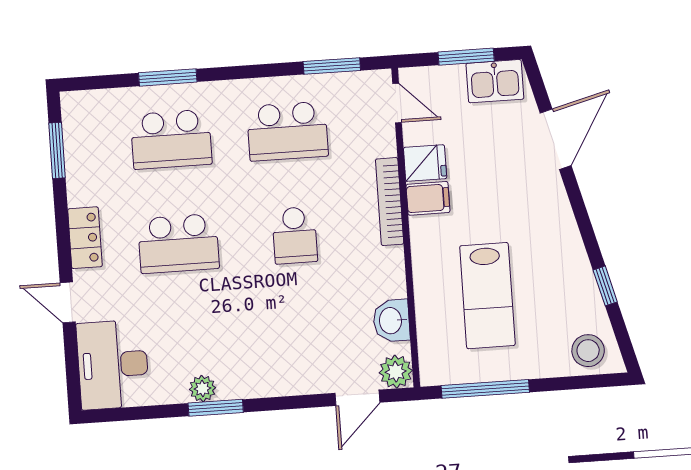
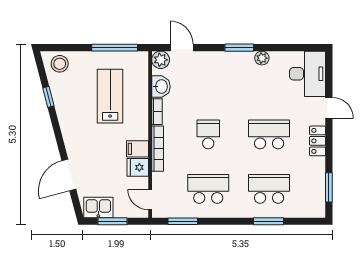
bookcase: (396, 272) -> (157, 112), added
door: (357, 398) -> (182, 48), hinge flipped
window: (216, 408) -> (239, 48), moved

